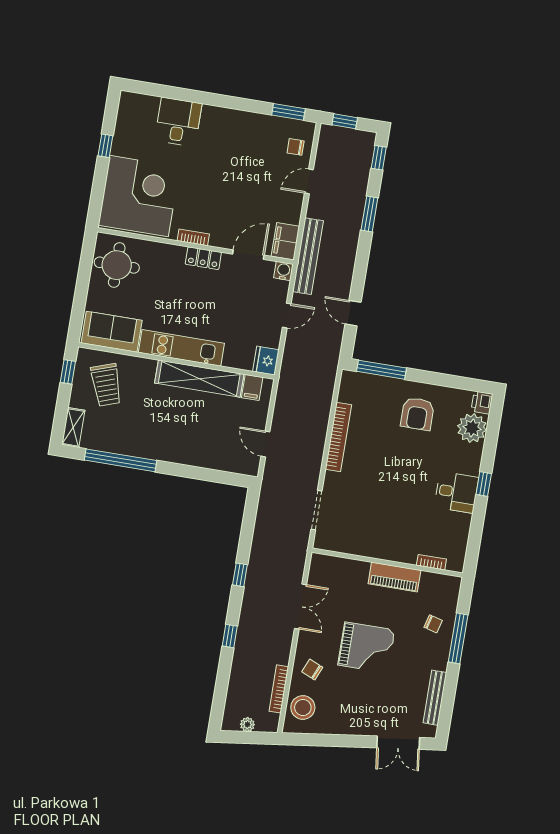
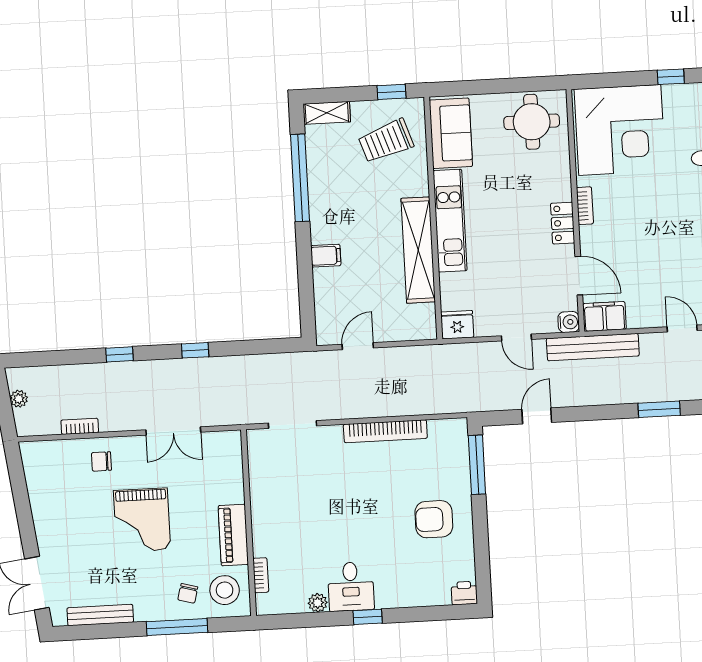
filing cabinet: (252, 387) -> (326, 256), moved, turned 180
plant: (472, 428) -> (318, 603), moved, width x0.53, depth x0.53
chair: (312, 670) -> (101, 461), turned -113
bookcase: (279, 689) -> (80, 426), width x0.64
stool: (303, 708) -> (225, 590), moved

